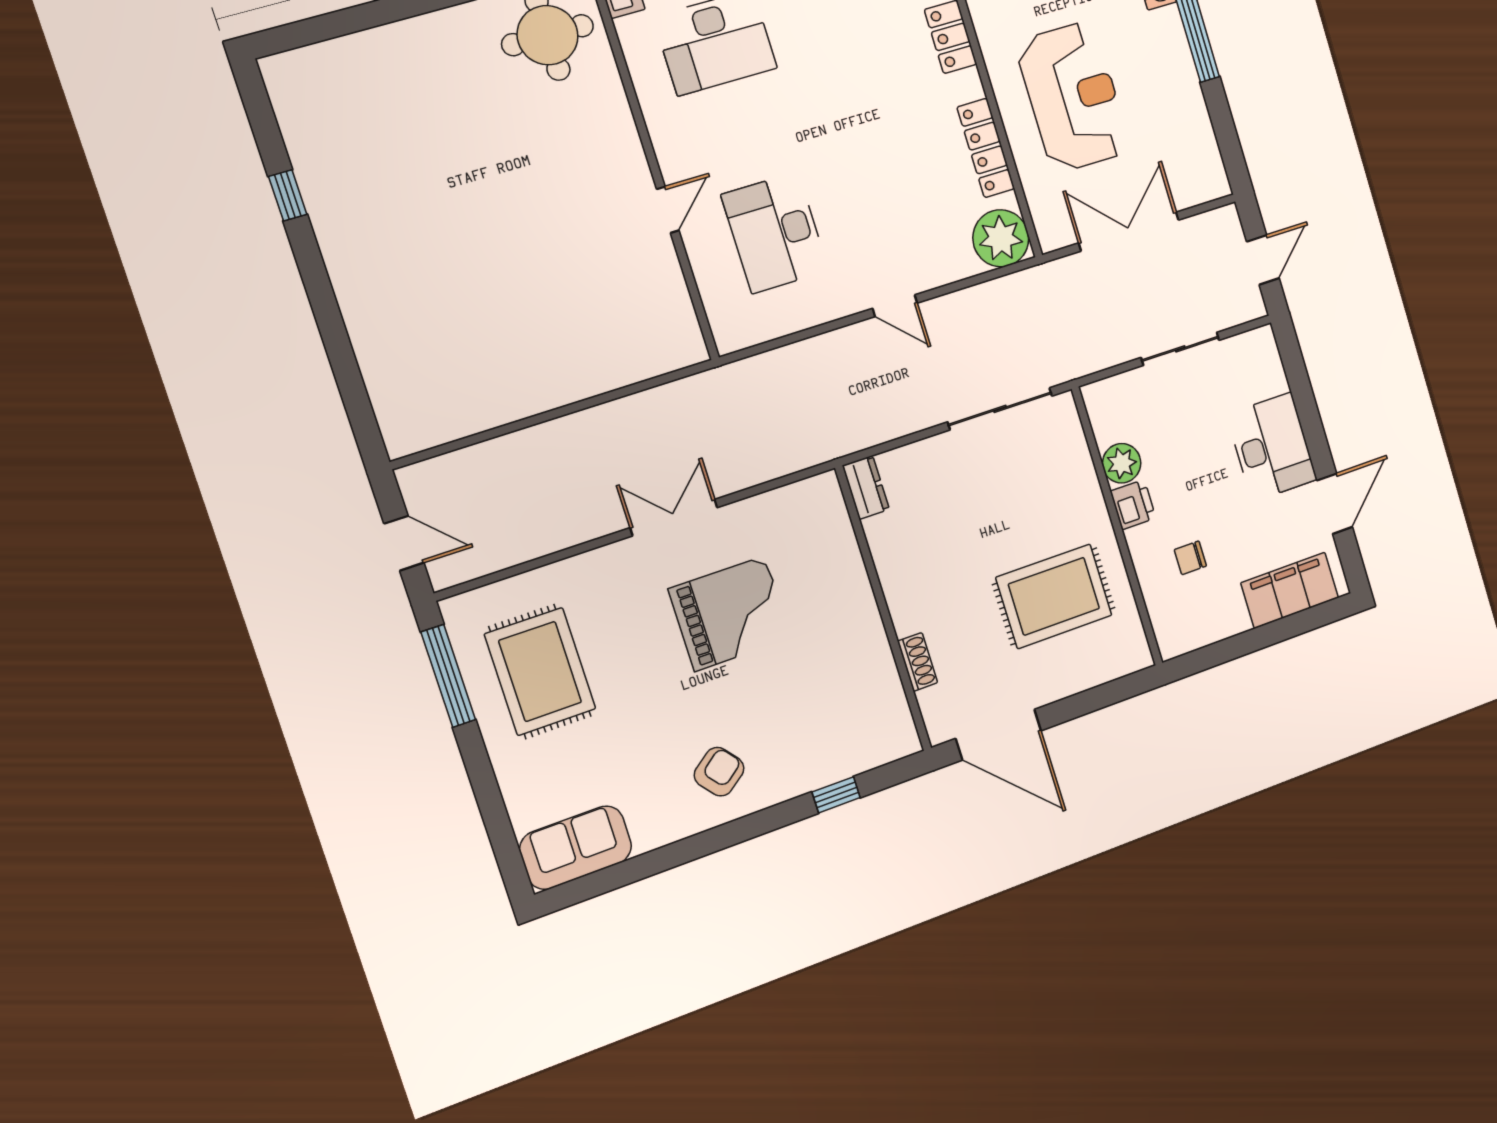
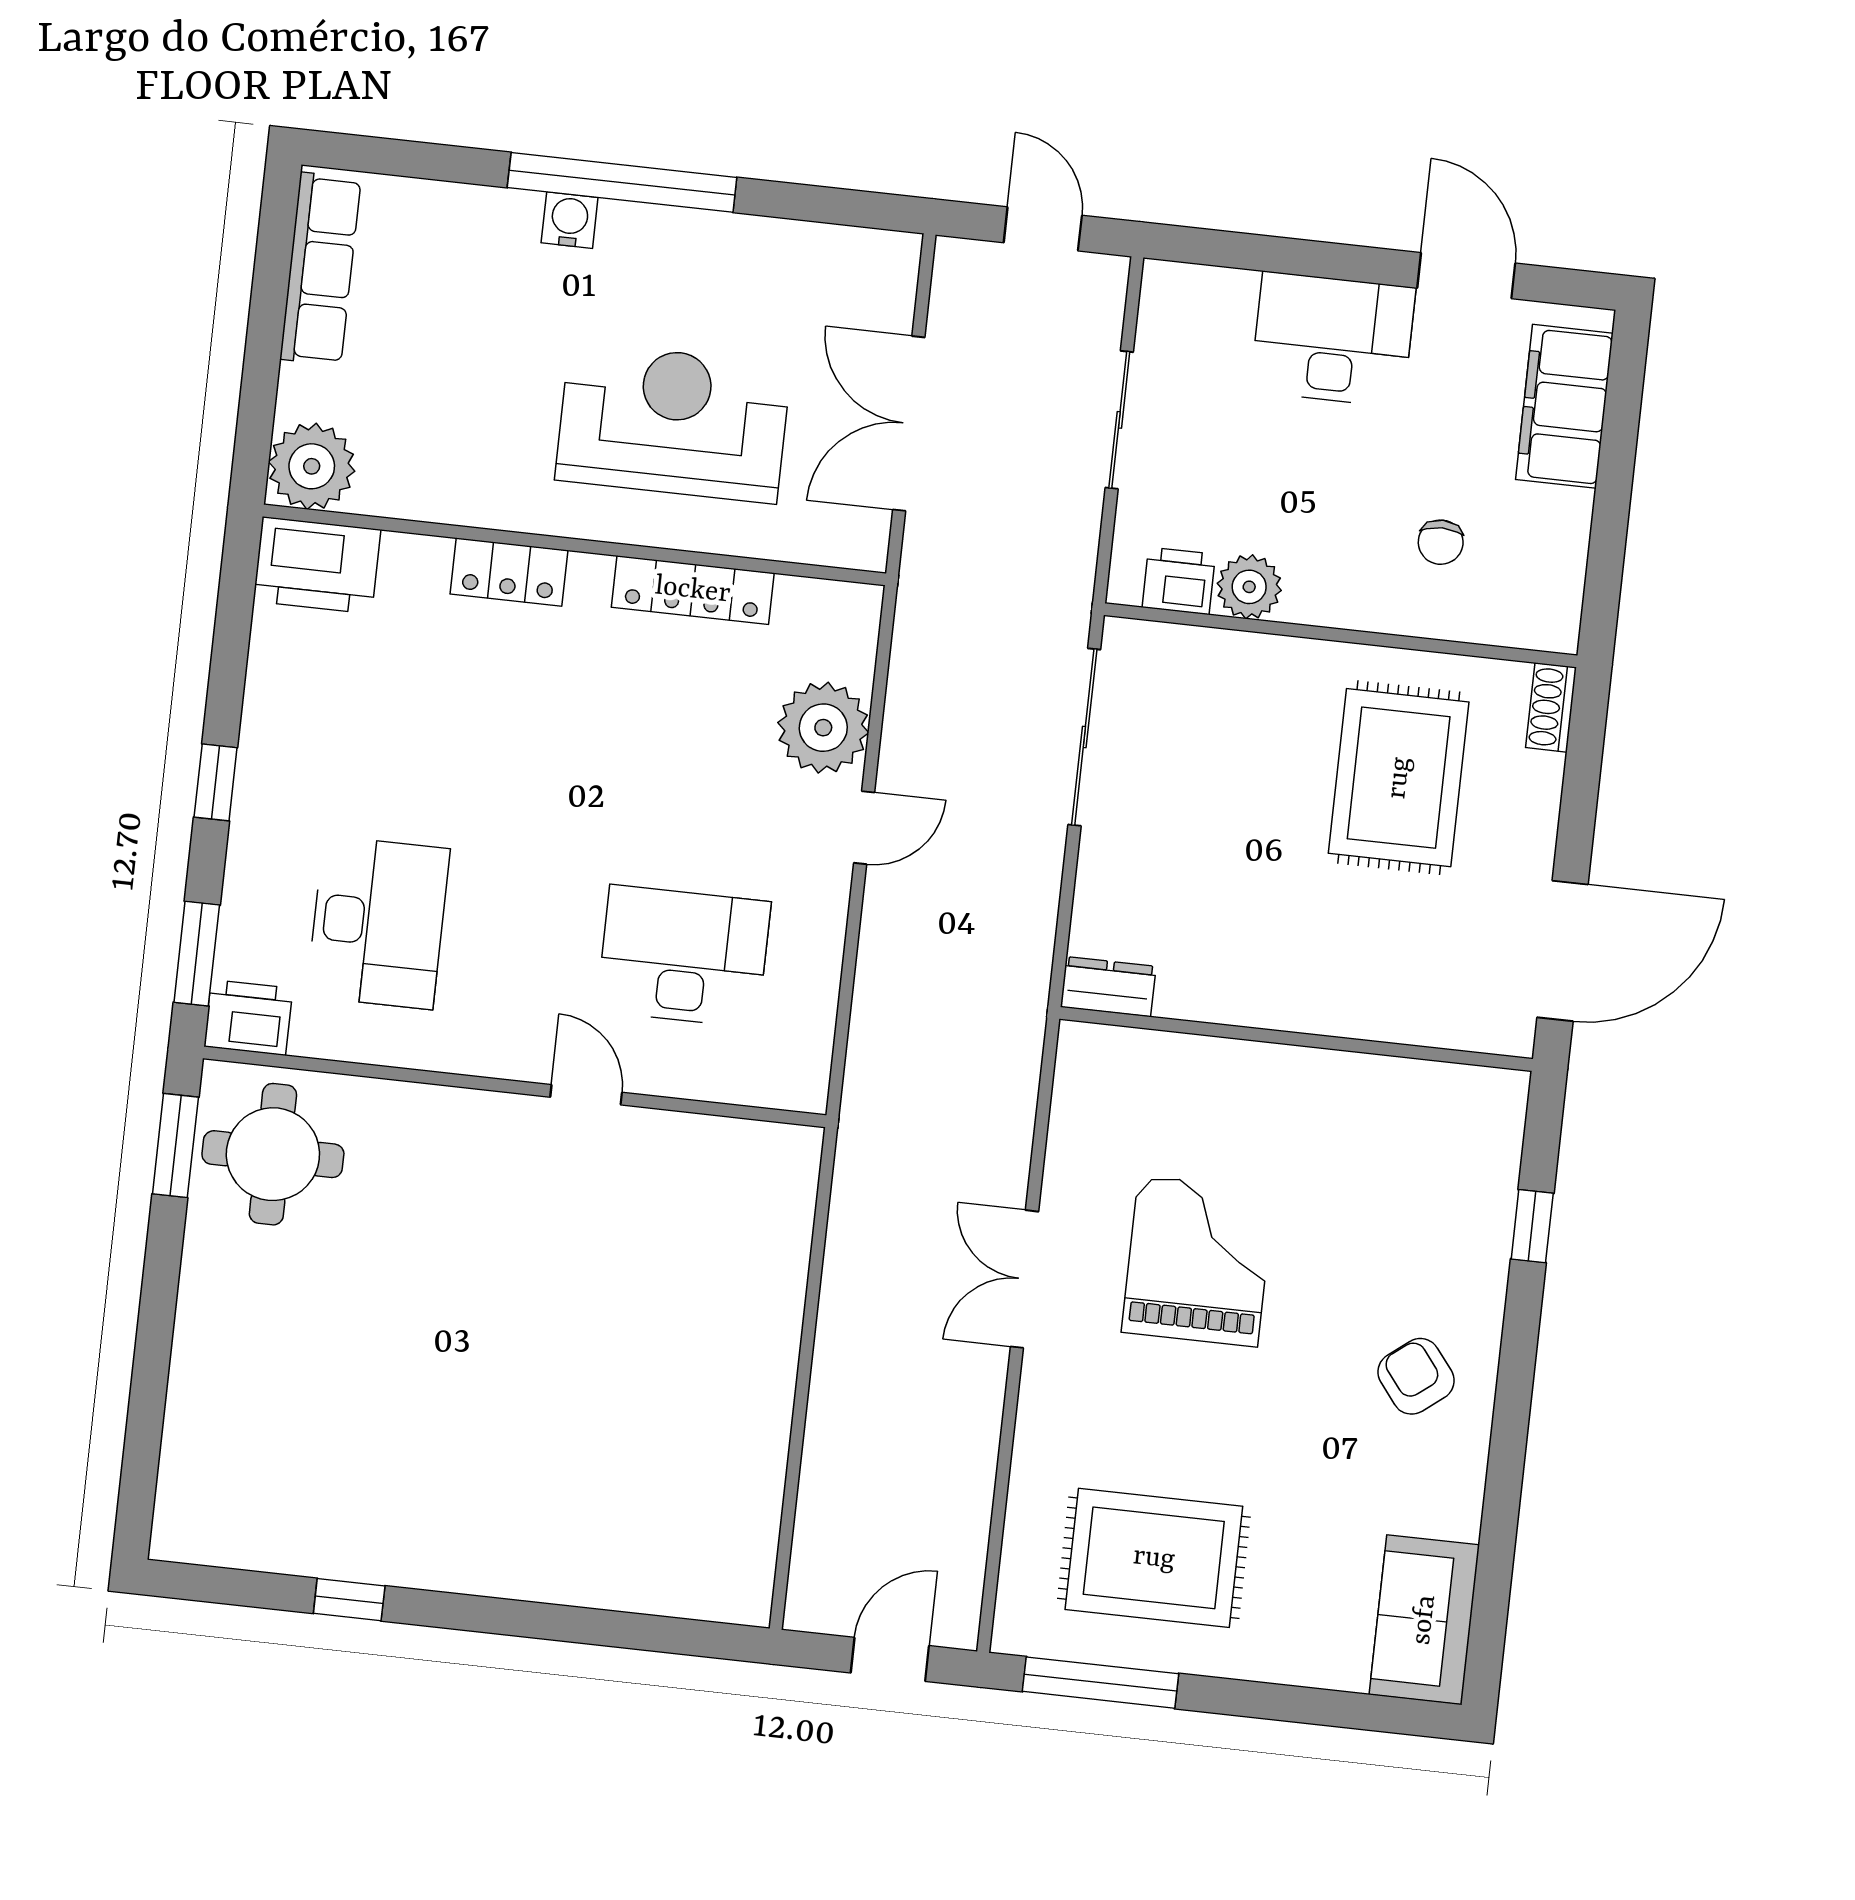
desk: (775, 233) -> (684, 956), turned 180
plant: (1001, 238) -> (823, 728), moved
printer: (1133, 505) -> (1179, 581), moved
shoe rack: (917, 662) -> (1551, 707), moved, turned -90

